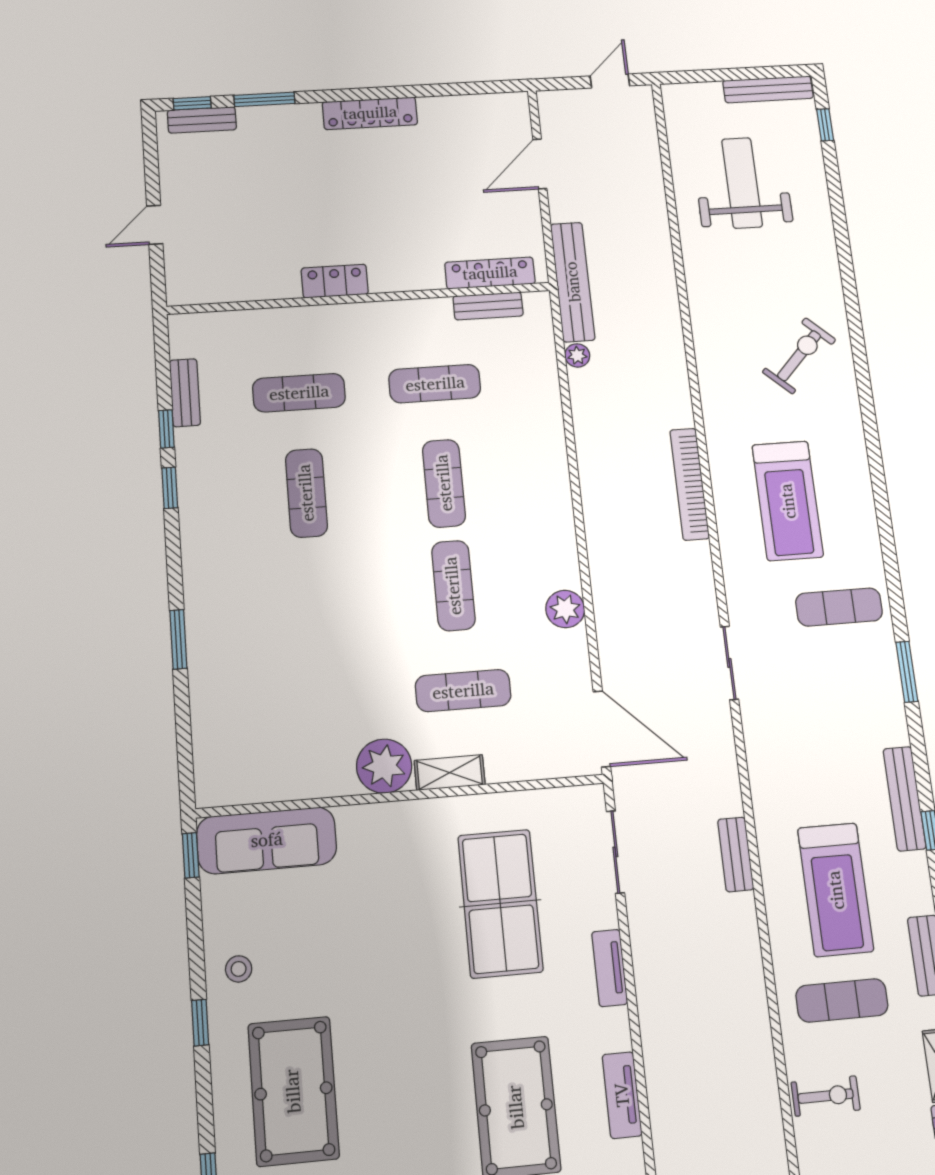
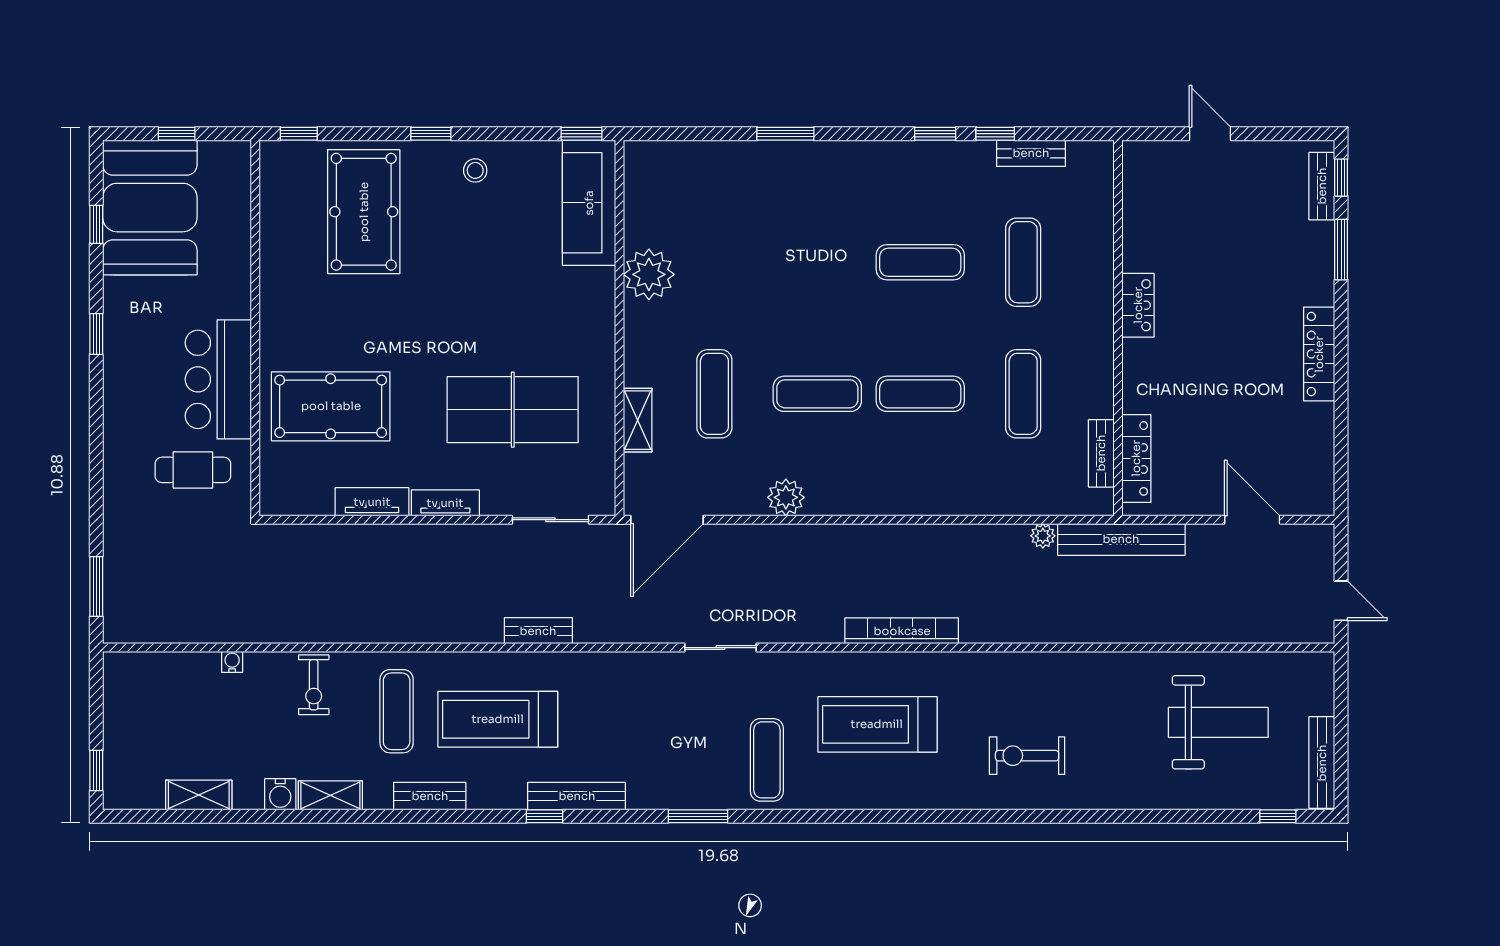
exercise bike: (799, 356) -> (1027, 756), turned 137
plant: (384, 766) -> (649, 274), moved
shelving: (450, 773) -> (638, 420), moved
pool table: (293, 1091) -> (364, 212), turned 90
tv unit: (622, 1095) -> (372, 502), moved

